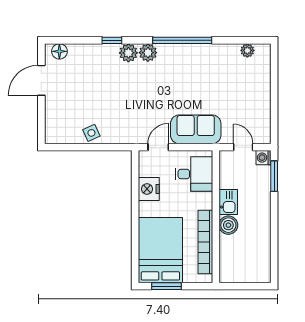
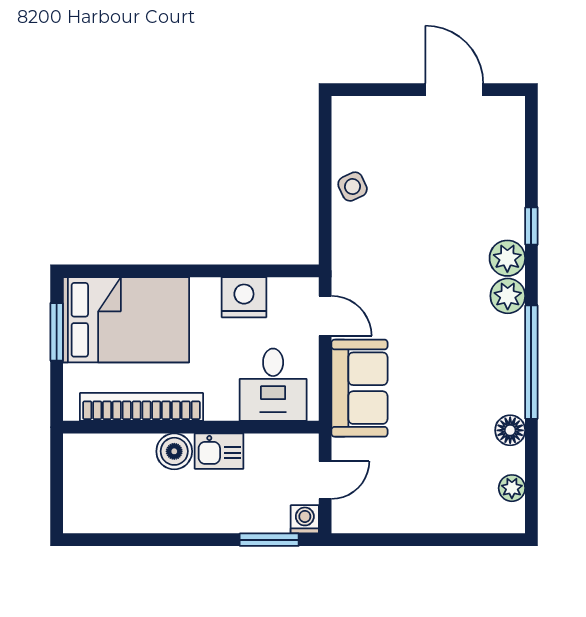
floor lamp: (59, 51) -> (510, 430), moved

